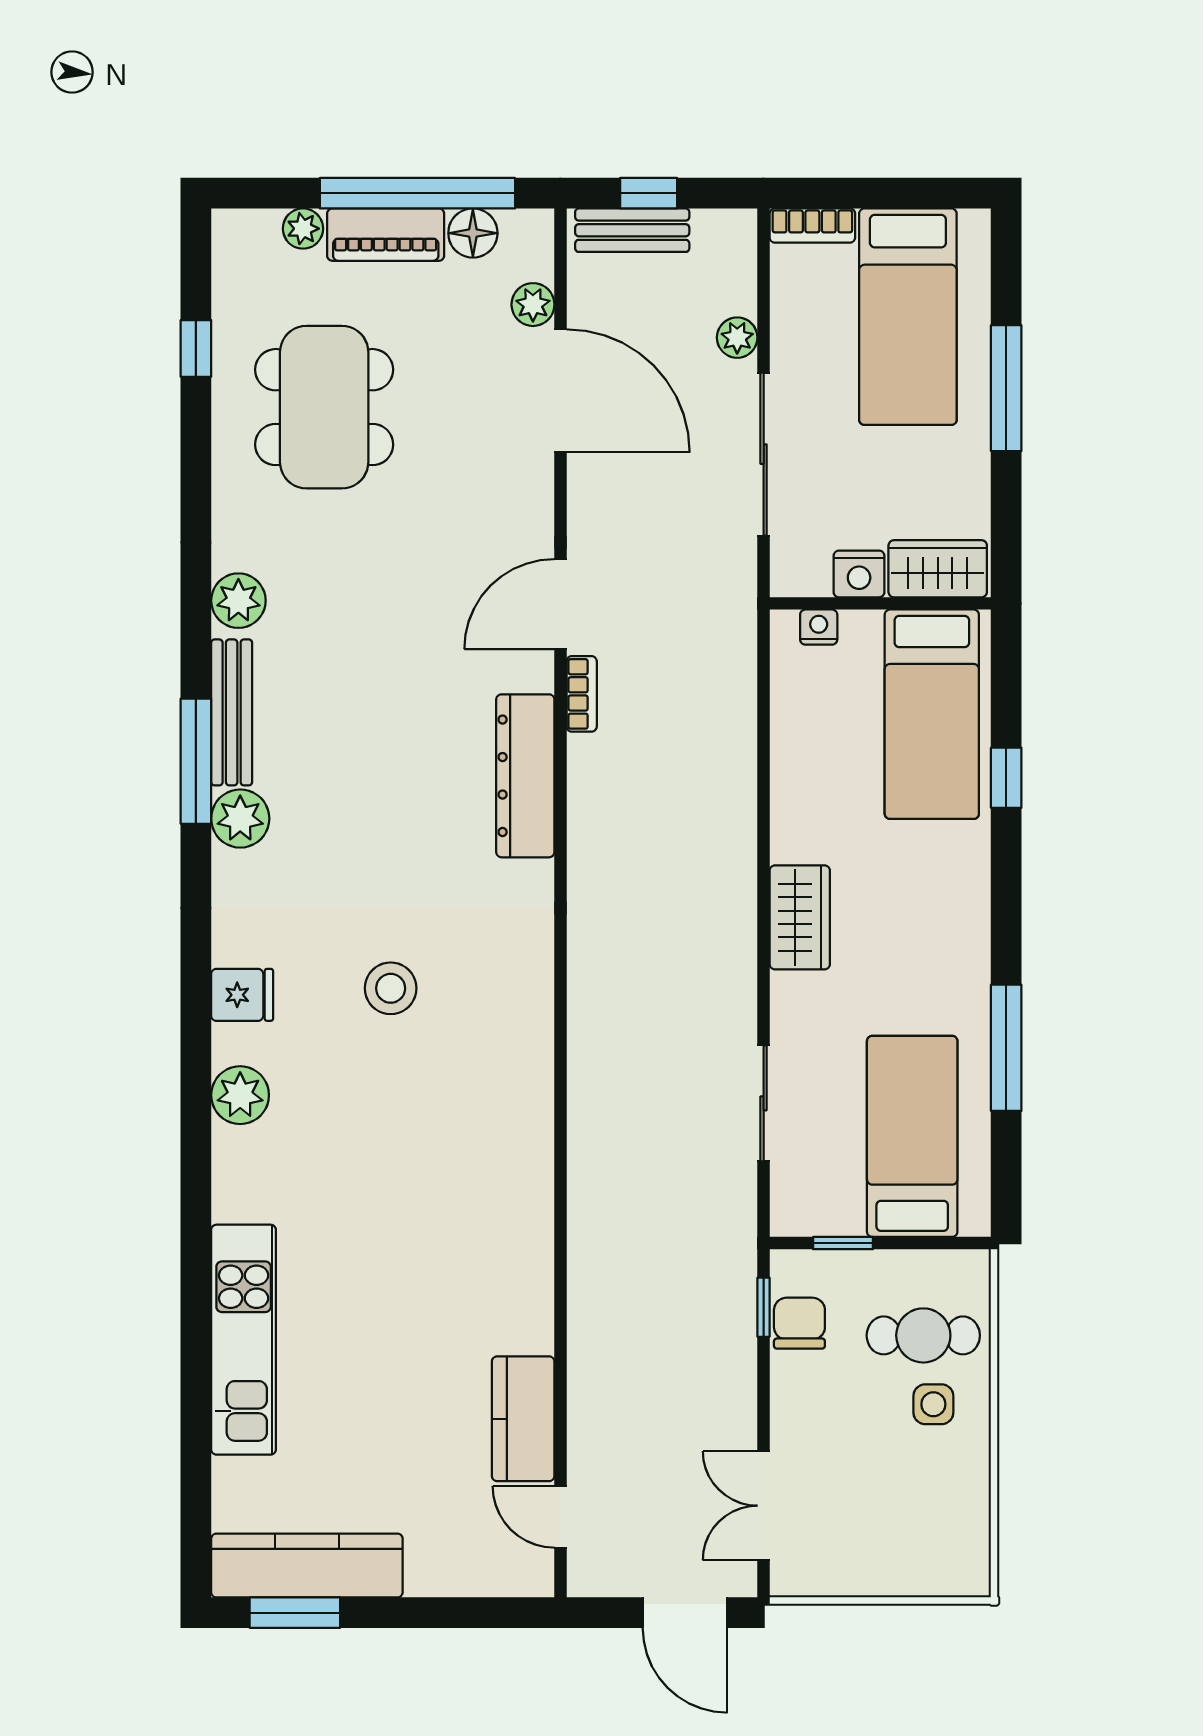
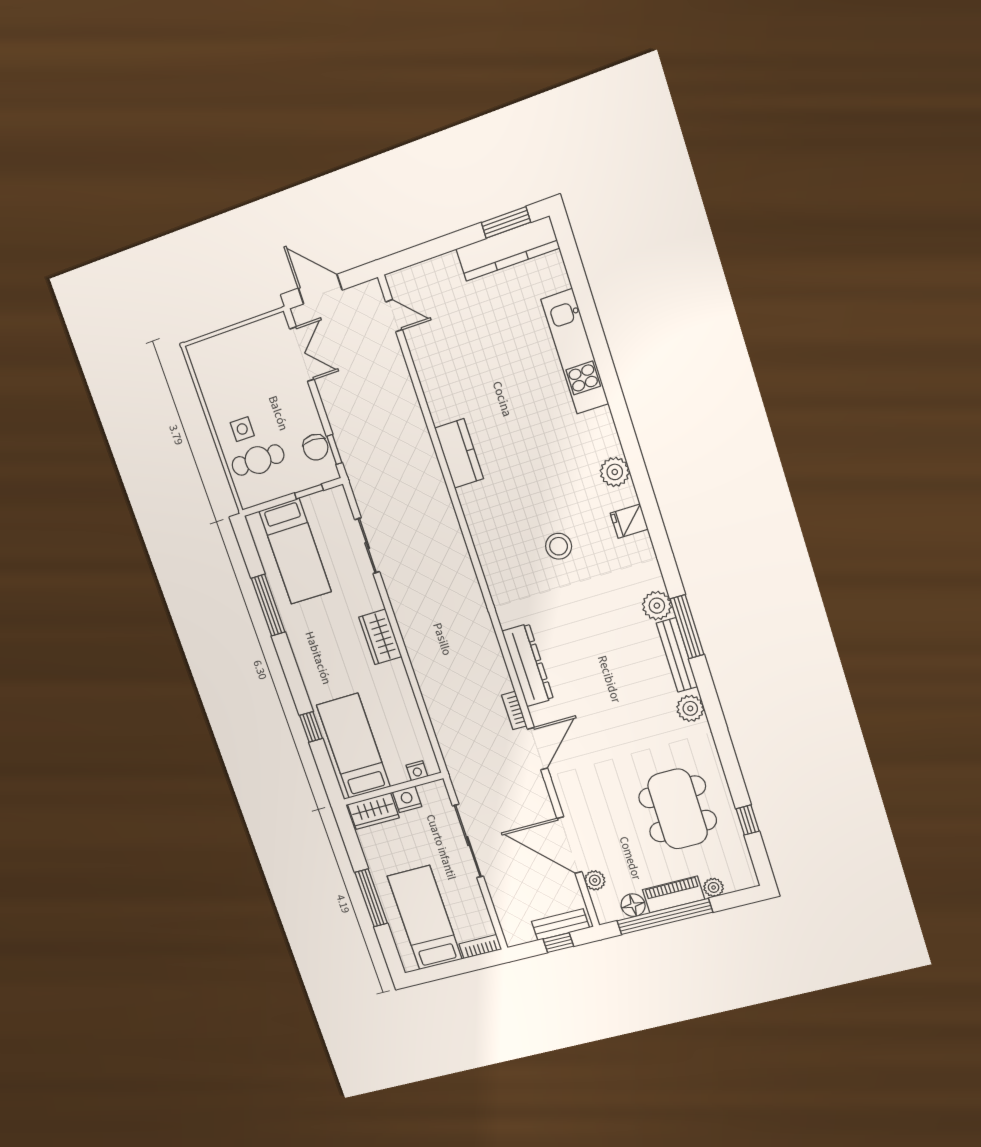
plant: (737, 338) -> (497, 889), removed
kitchen counter: (523, 1419) -> (459, 453), moved

